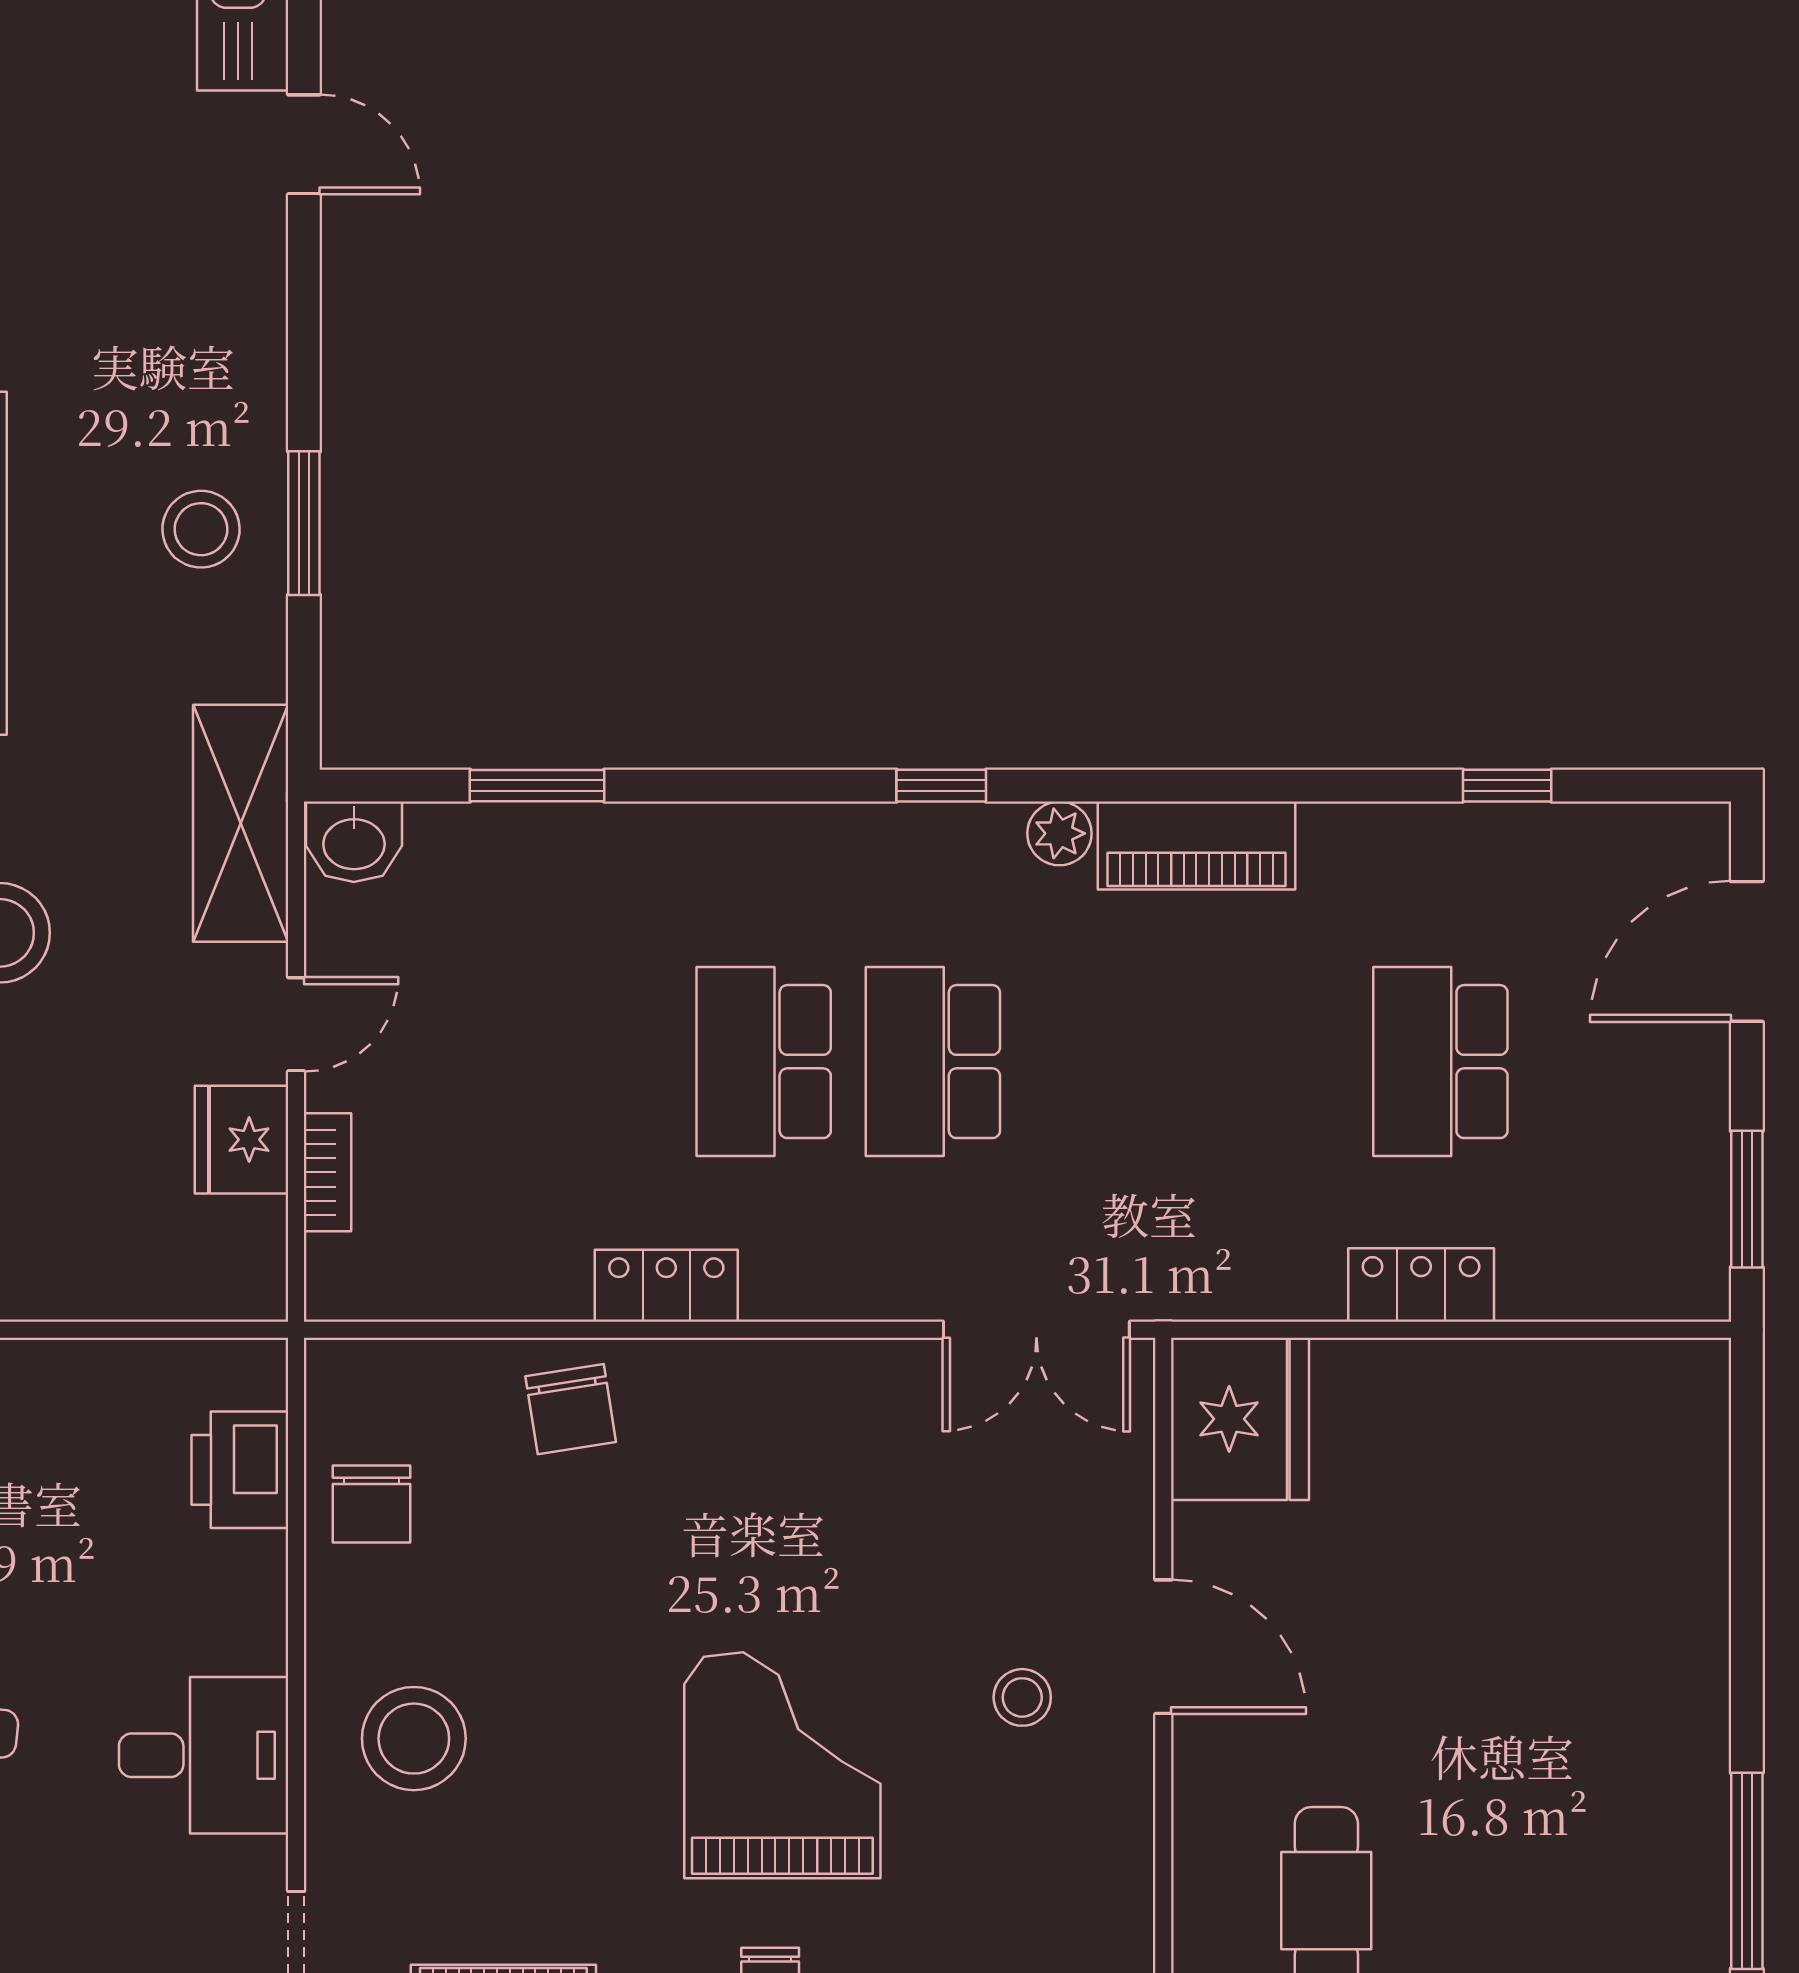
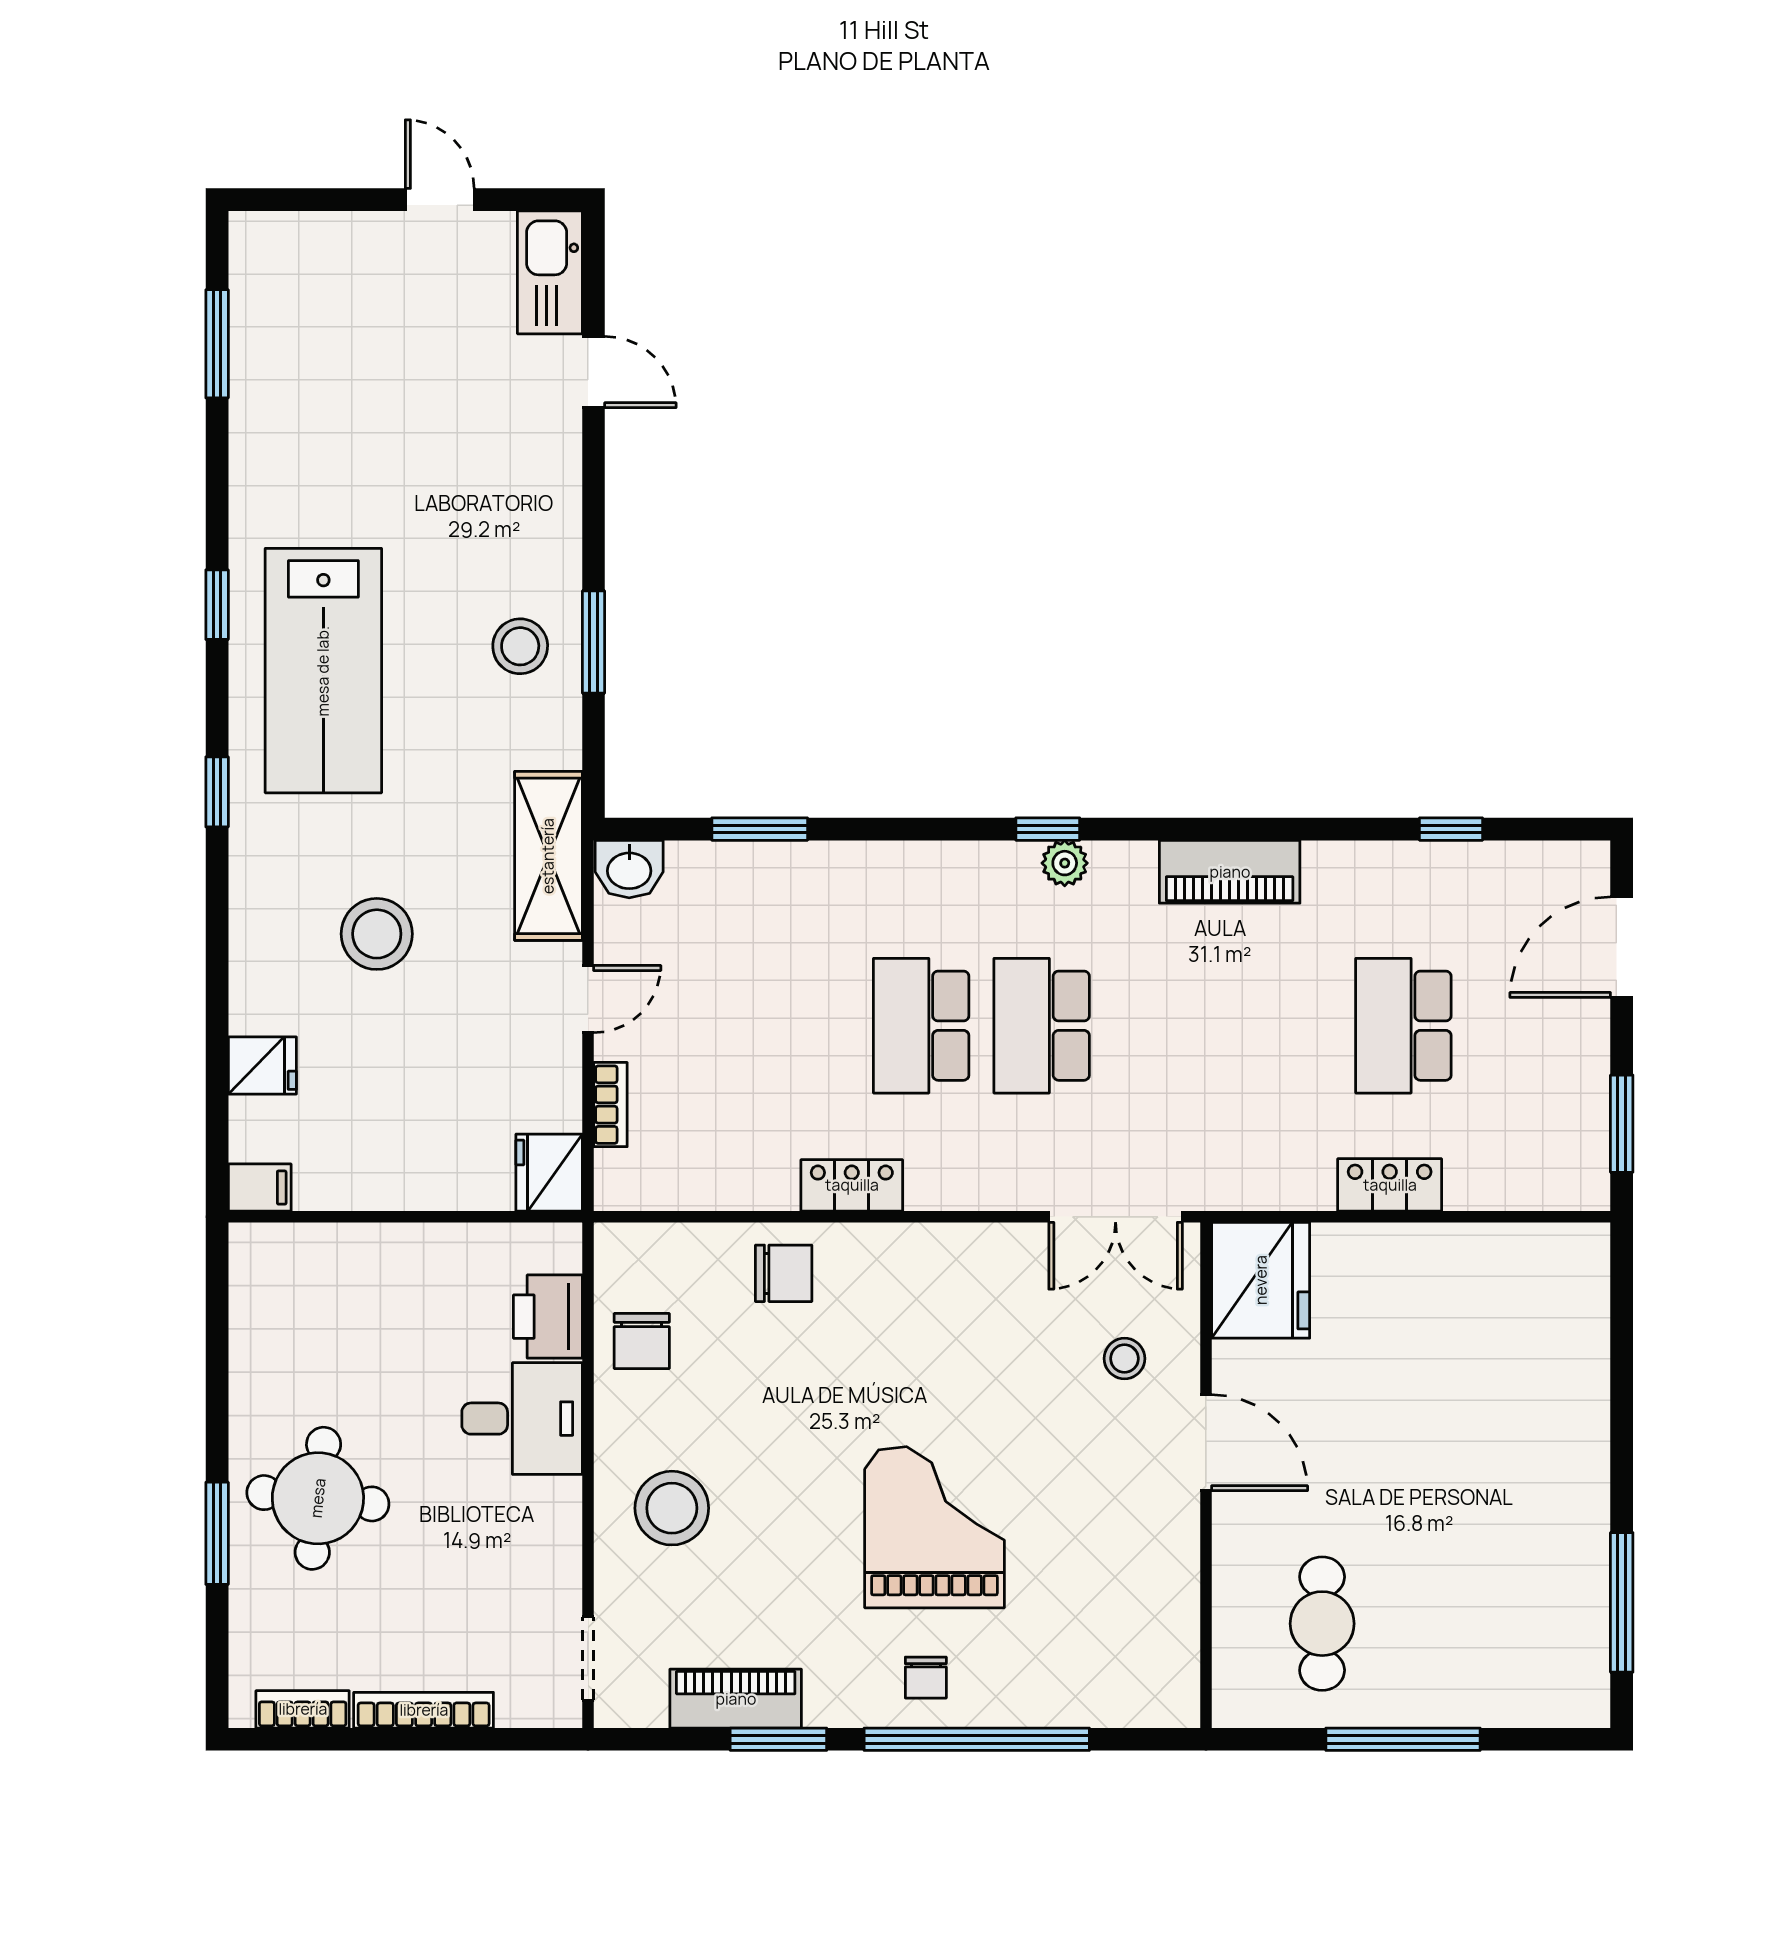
plant: (1059, 833) -> (1065, 863), moved
fridge: (242, 1140) -> (549, 1173), moved
chair: (571, 1409) -> (784, 1273), turned -81
stool: (1022, 1697) -> (1124, 1359), moved
desk: (204, 1755) -> (522, 1419), moved

